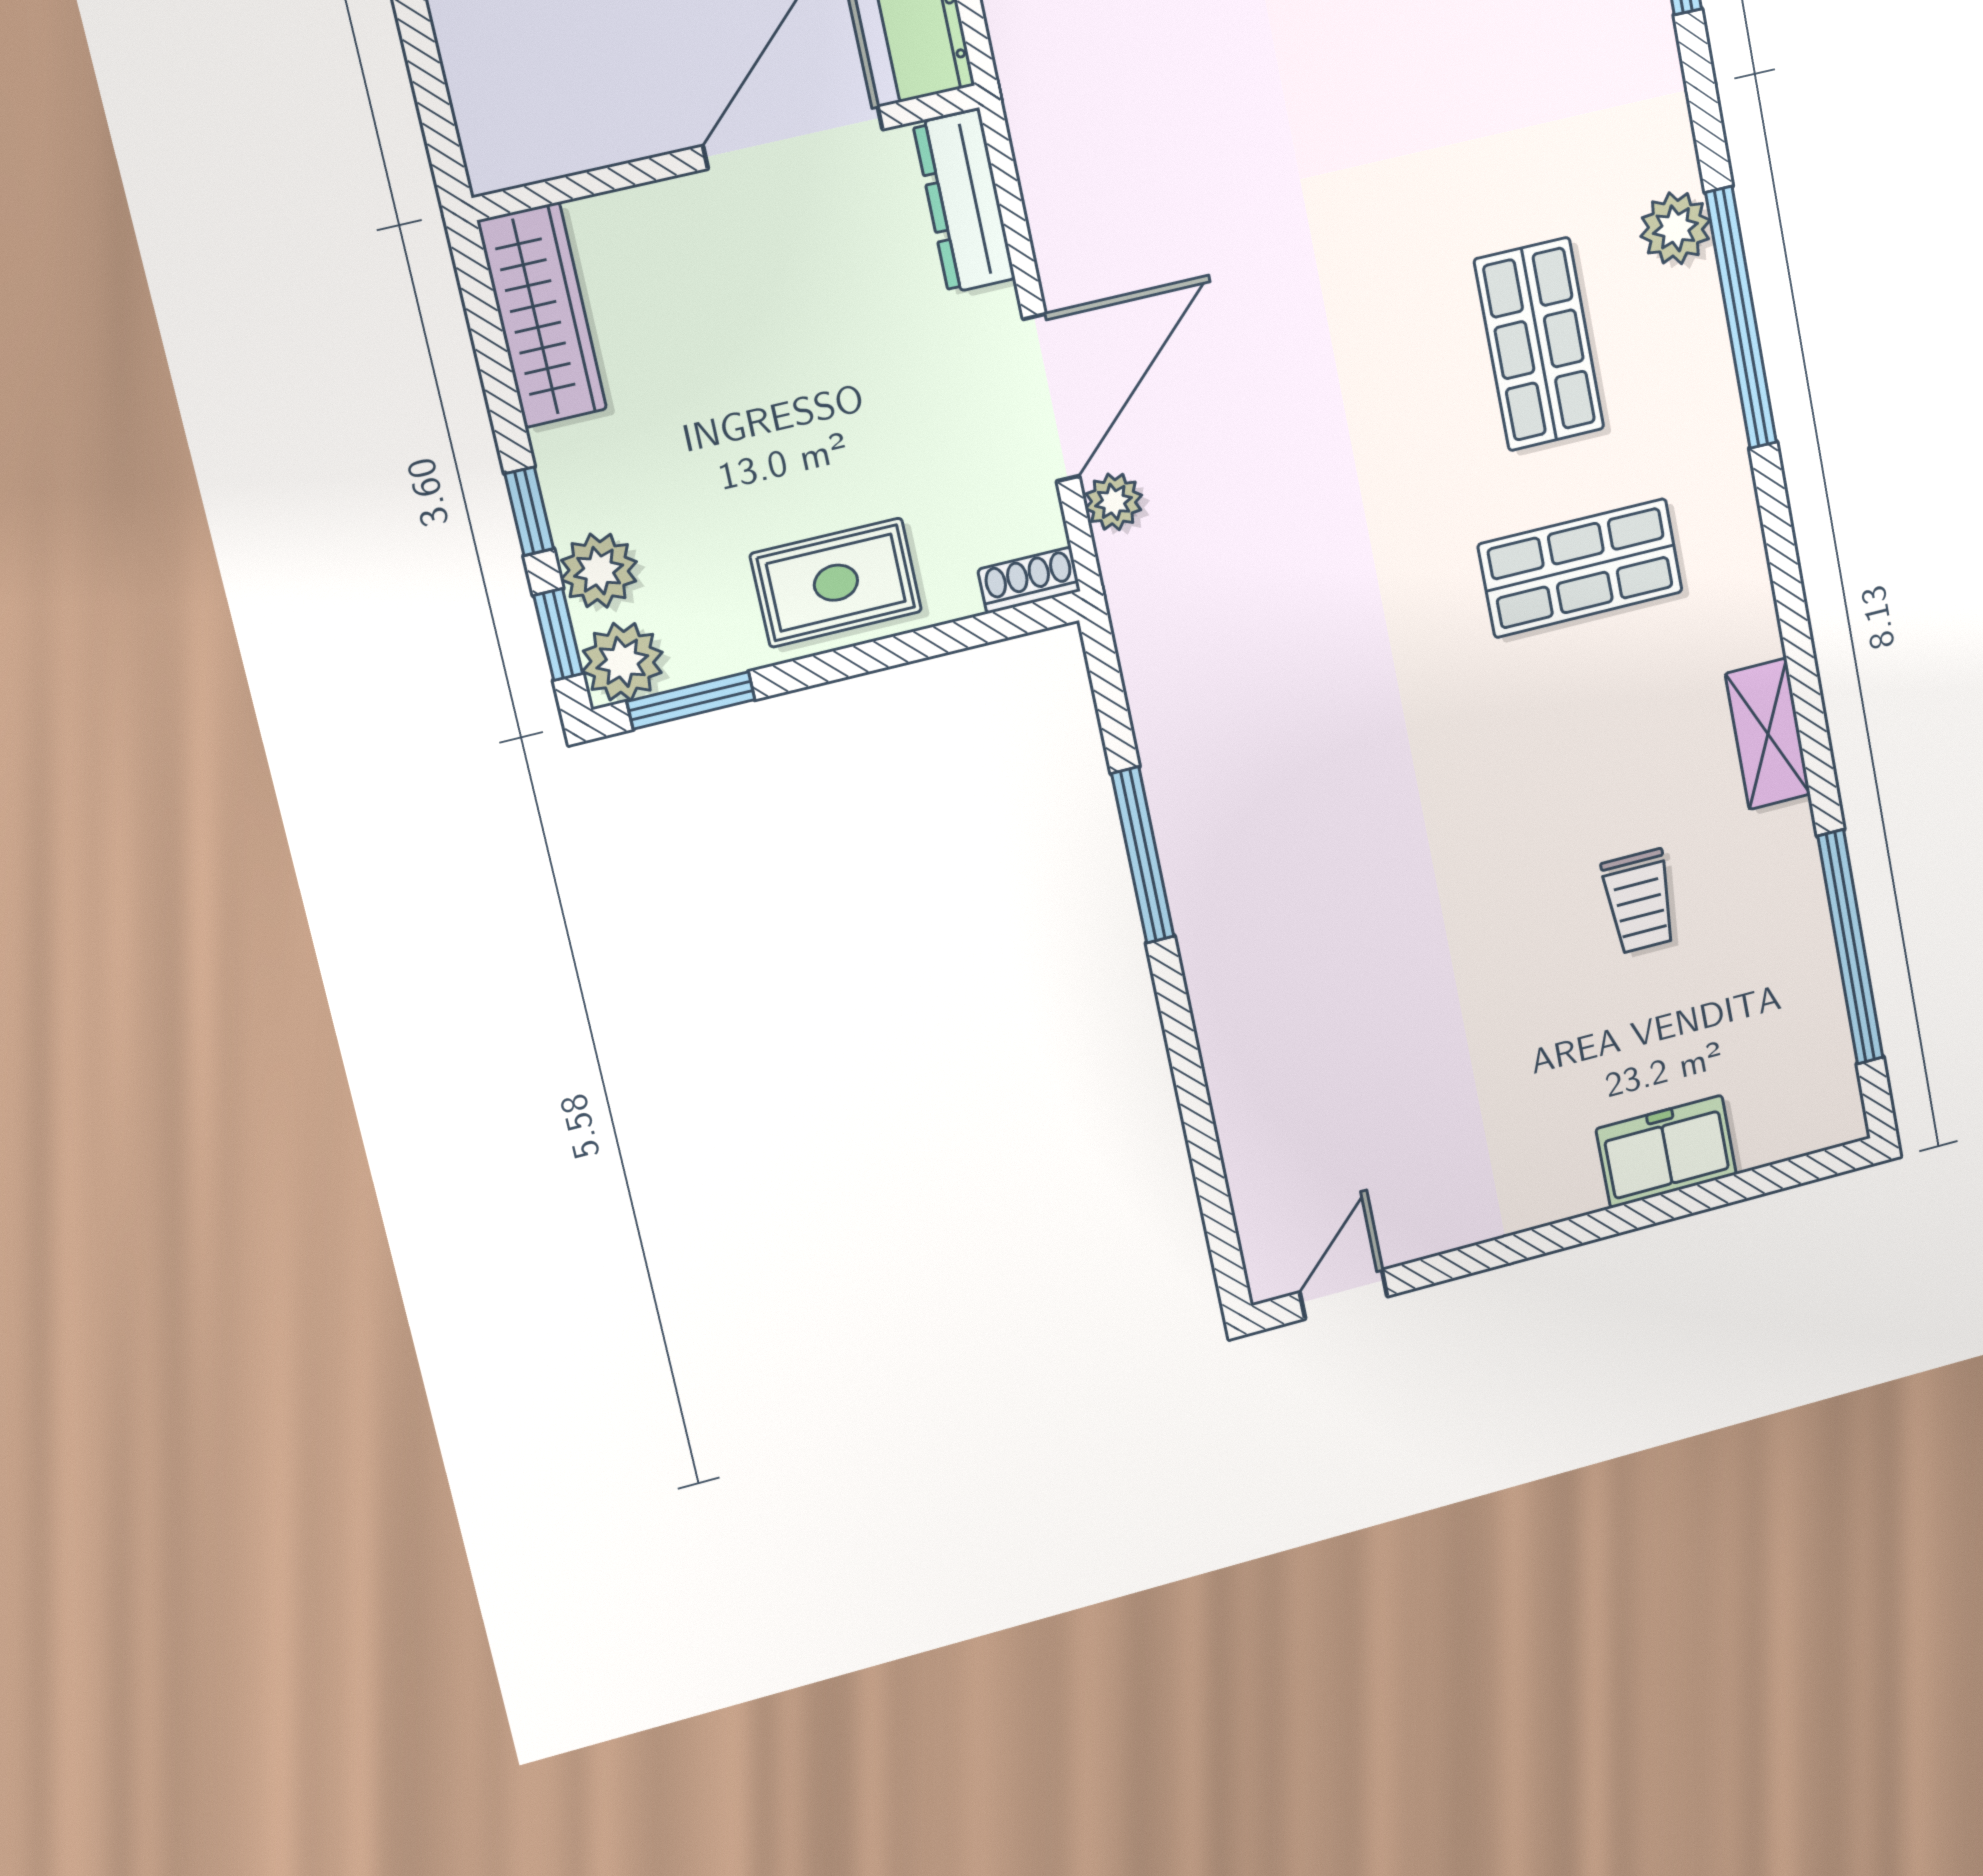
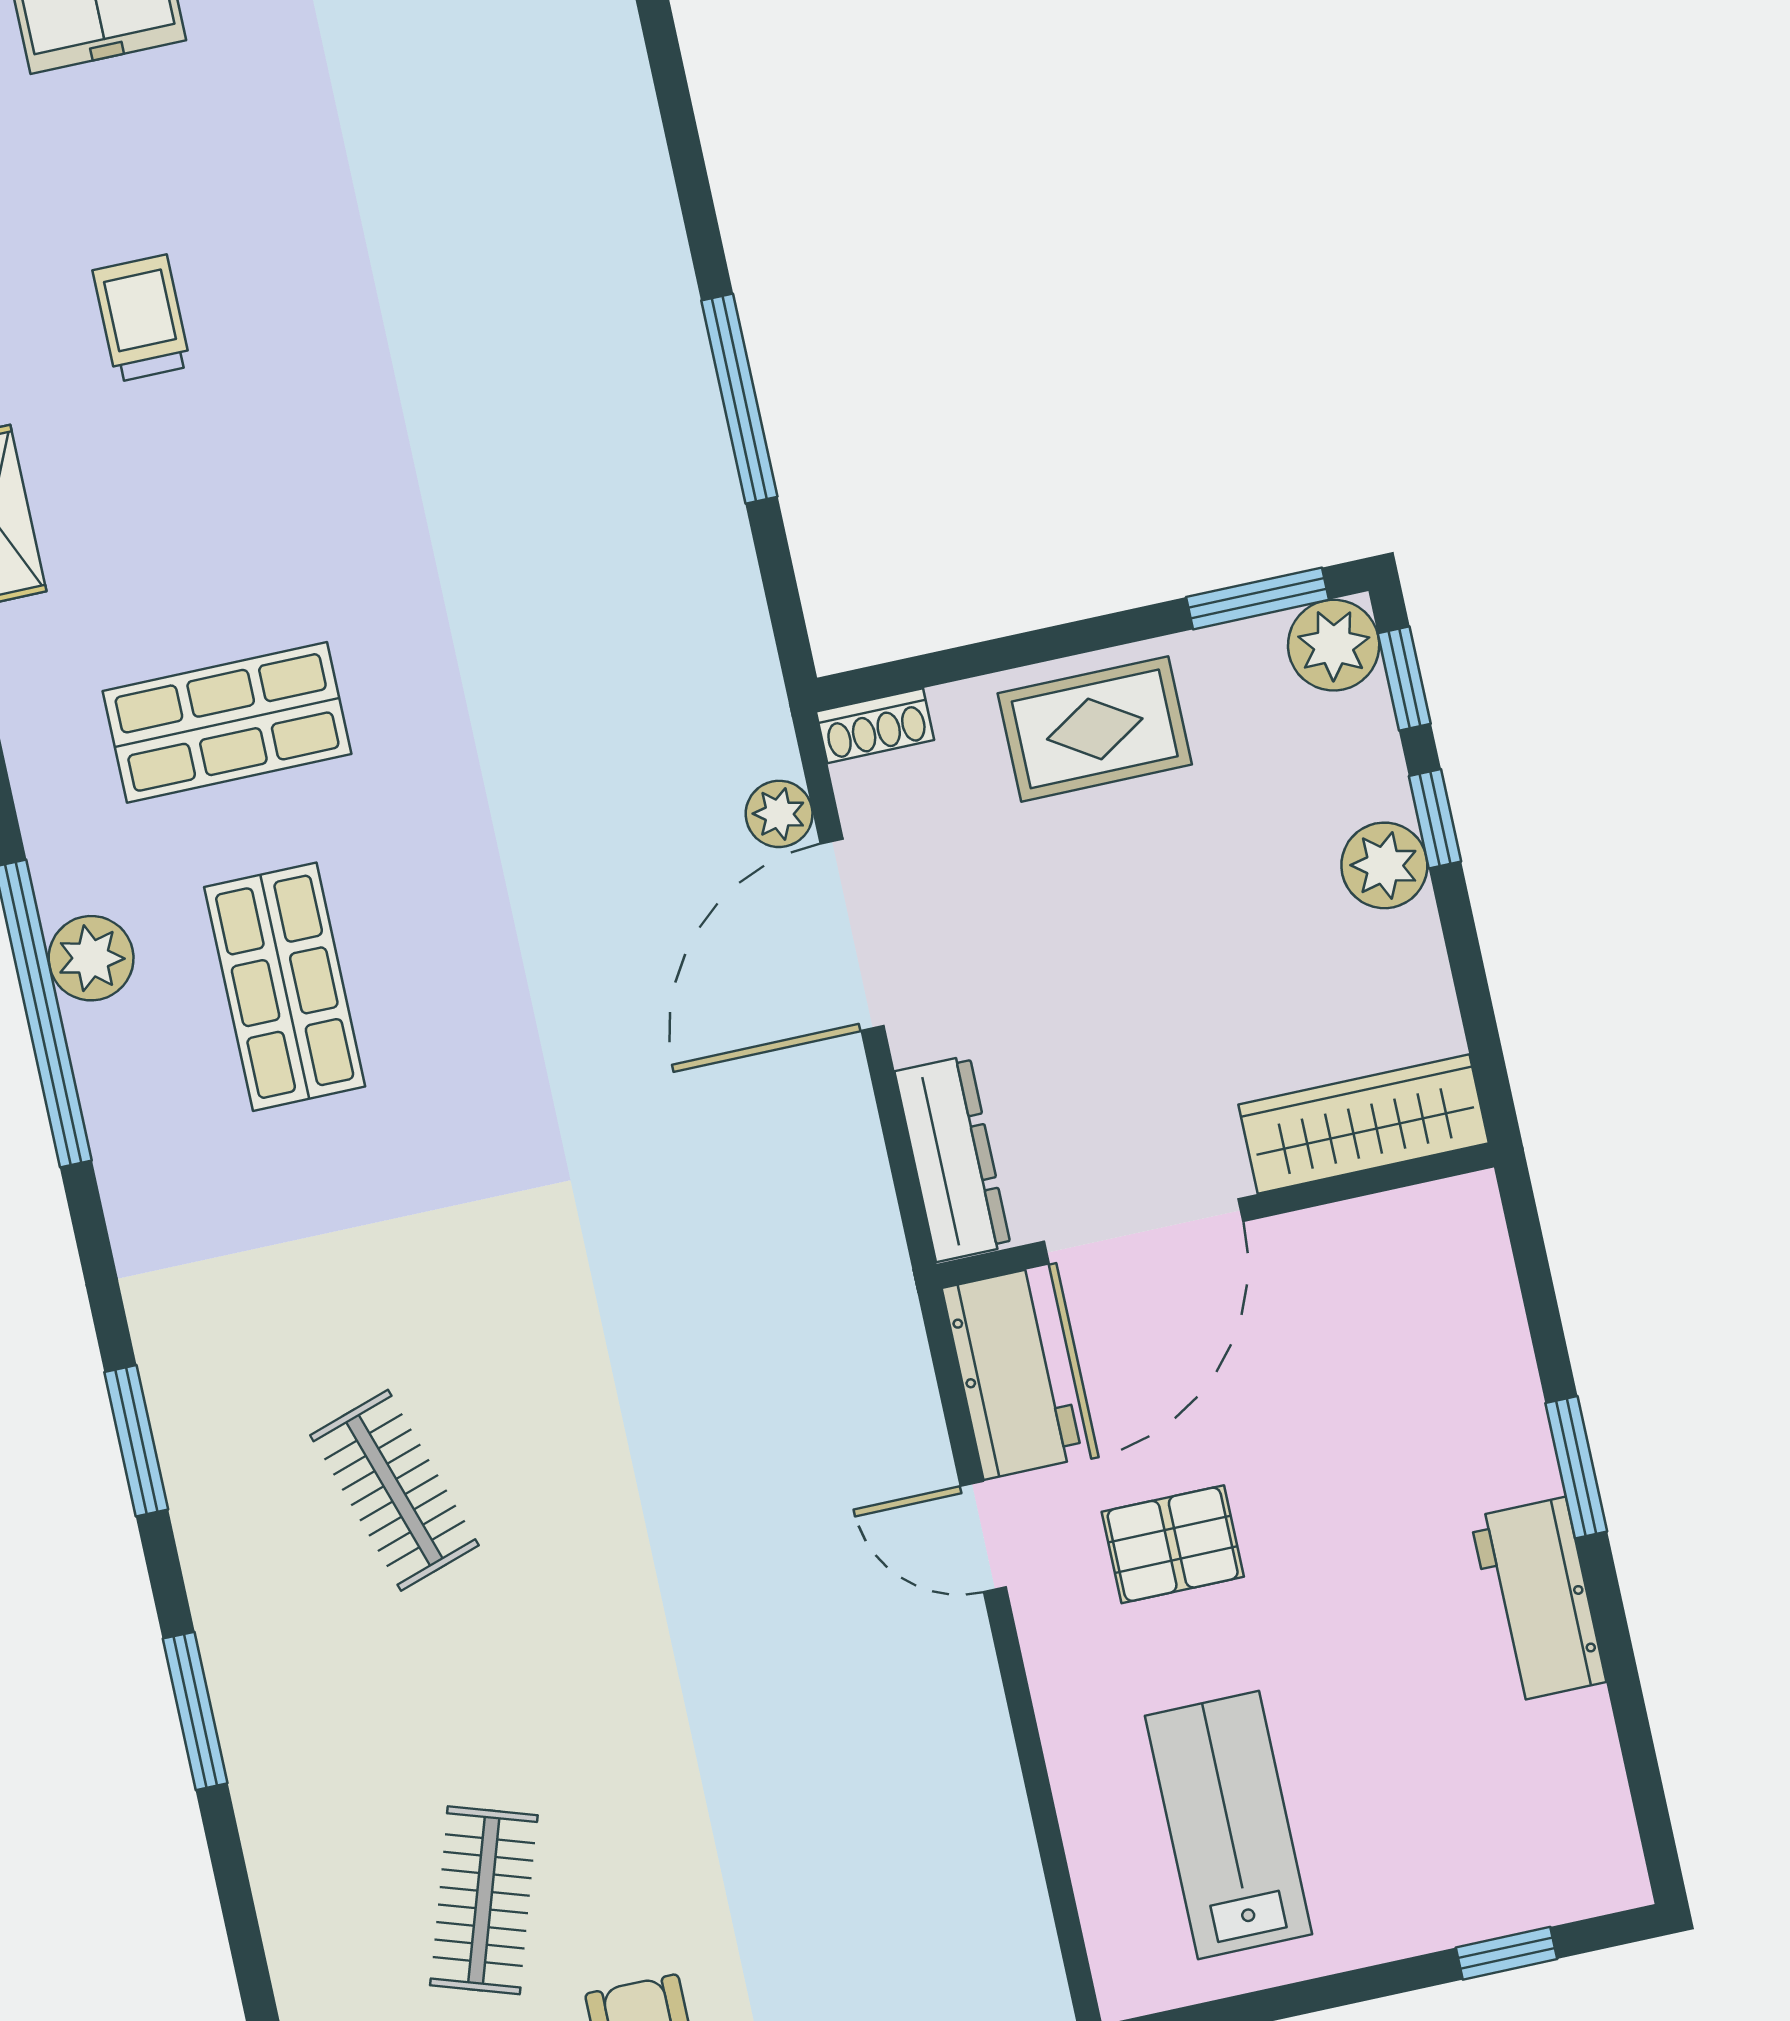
plant: (1675, 228) -> (91, 958), moved
wardrobe: (542, 315) -> (1364, 1124), moved, turned 90
plant: (599, 571) -> (1384, 865), moved

